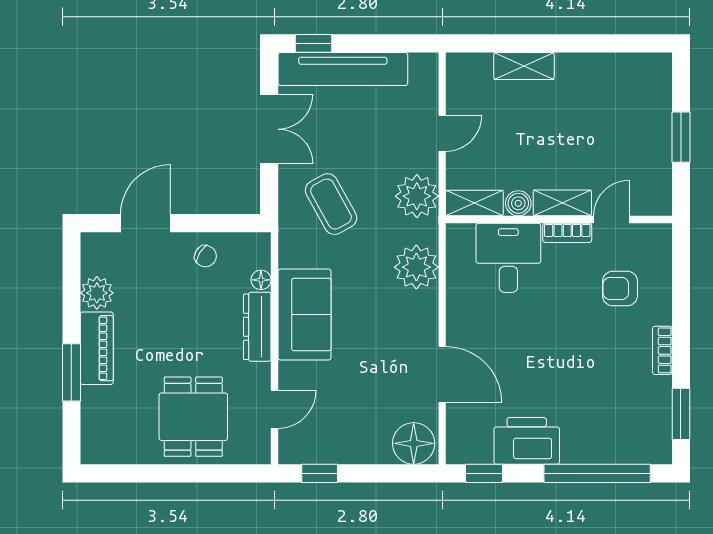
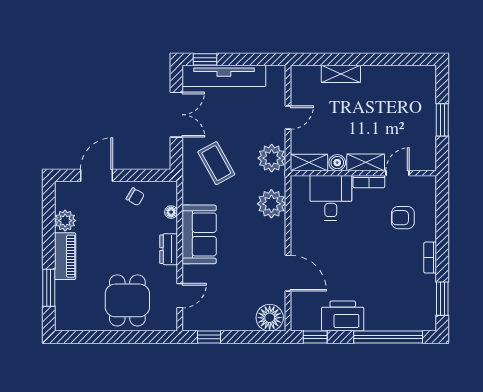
dresser: (257, 327) -> (169, 249), width x0.70
window: (71, 372) -> (49, 288), moved

